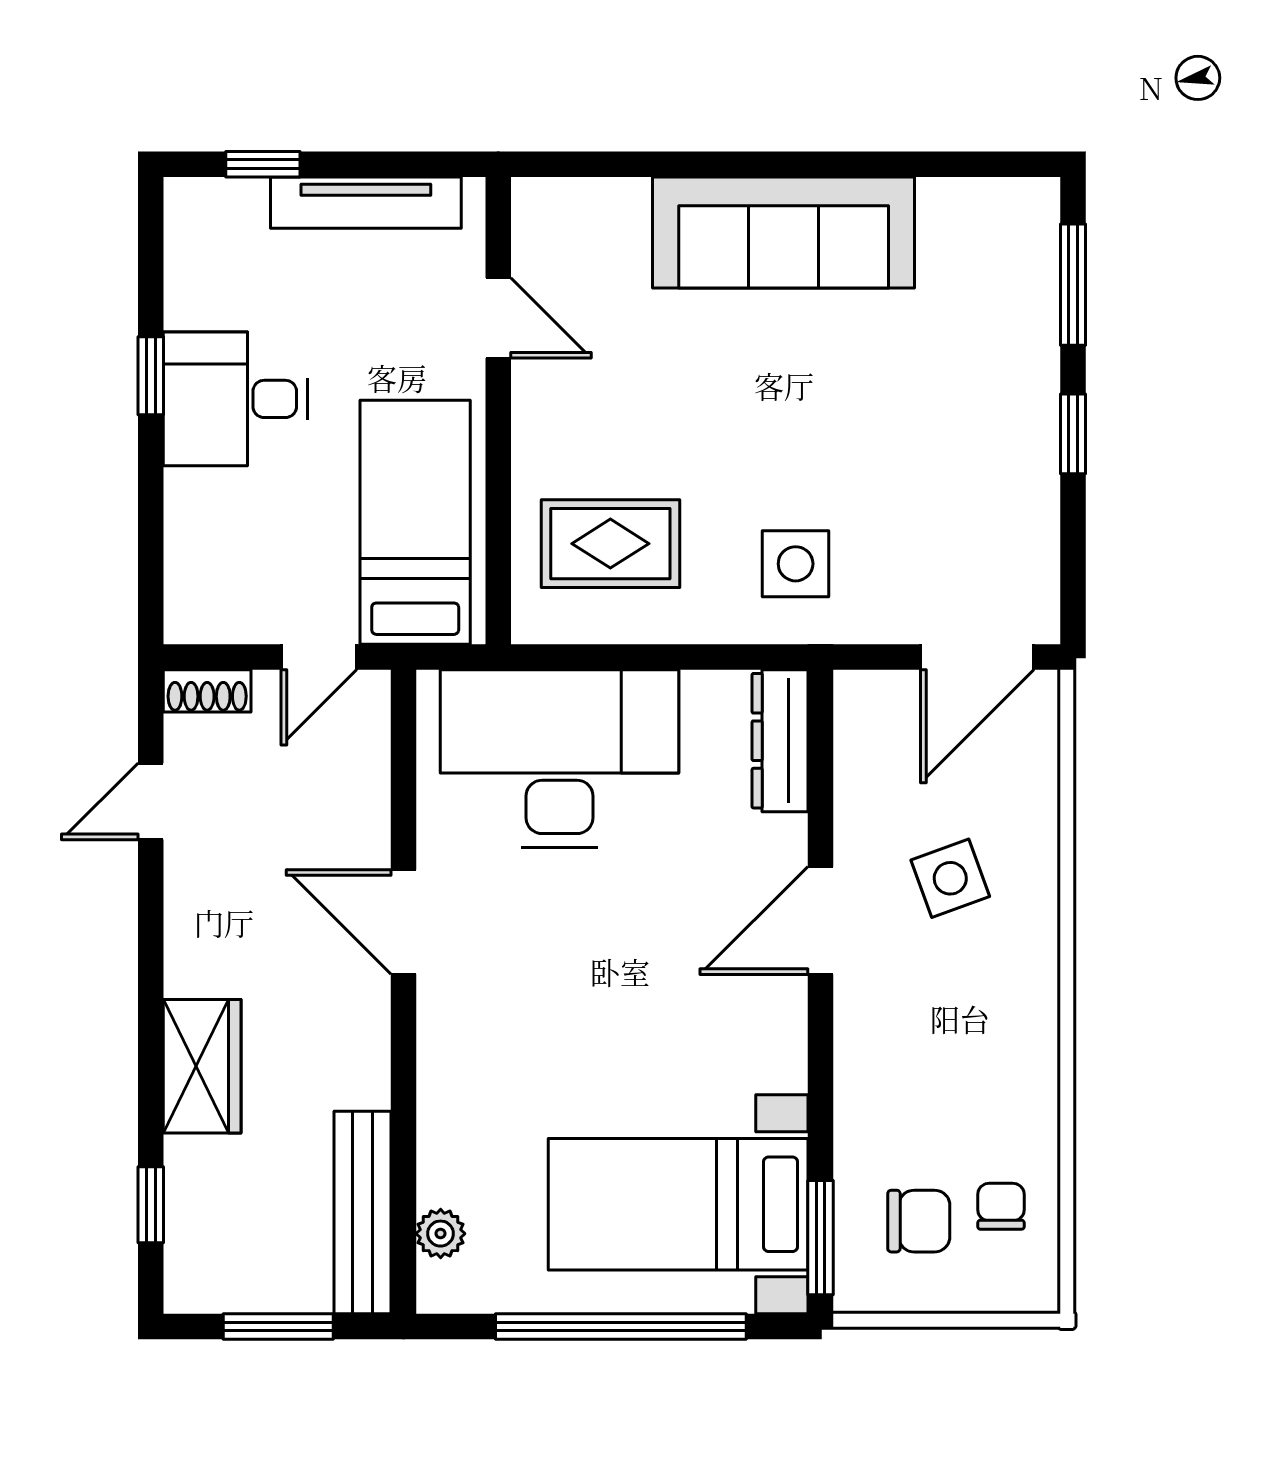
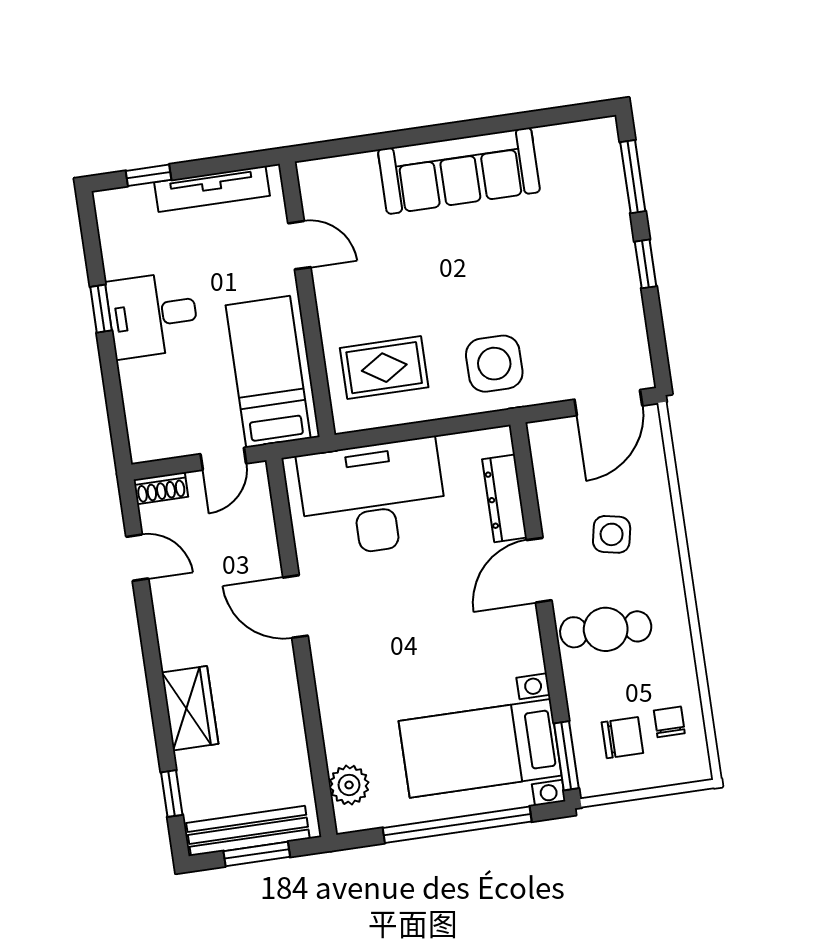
side table: (796, 564) -> (494, 364), width x1.37, depth x1.37
dresser: (780, 741) -> (505, 498), moved
door: (151, 801) -> (137, 558), swing flipped
side table: (950, 878) -> (612, 534), turned 31
cafe table: (917, 1036) -> (606, 629), added
bench: (362, 1213) -> (248, 831), moved, turned 90
plant: (441, 1234) -> (349, 785), width x1.38, depth x1.38

